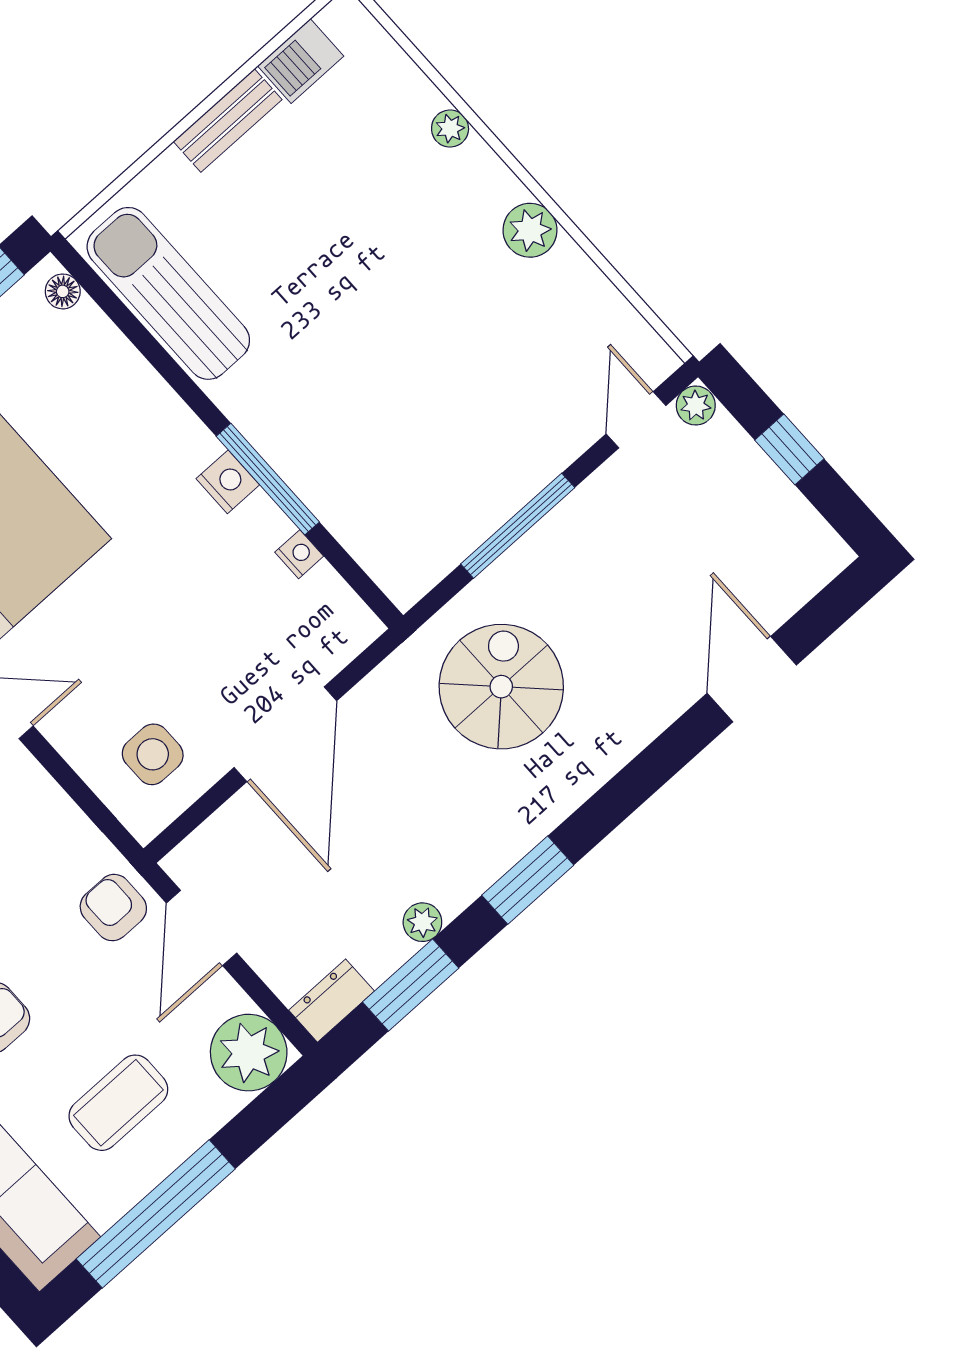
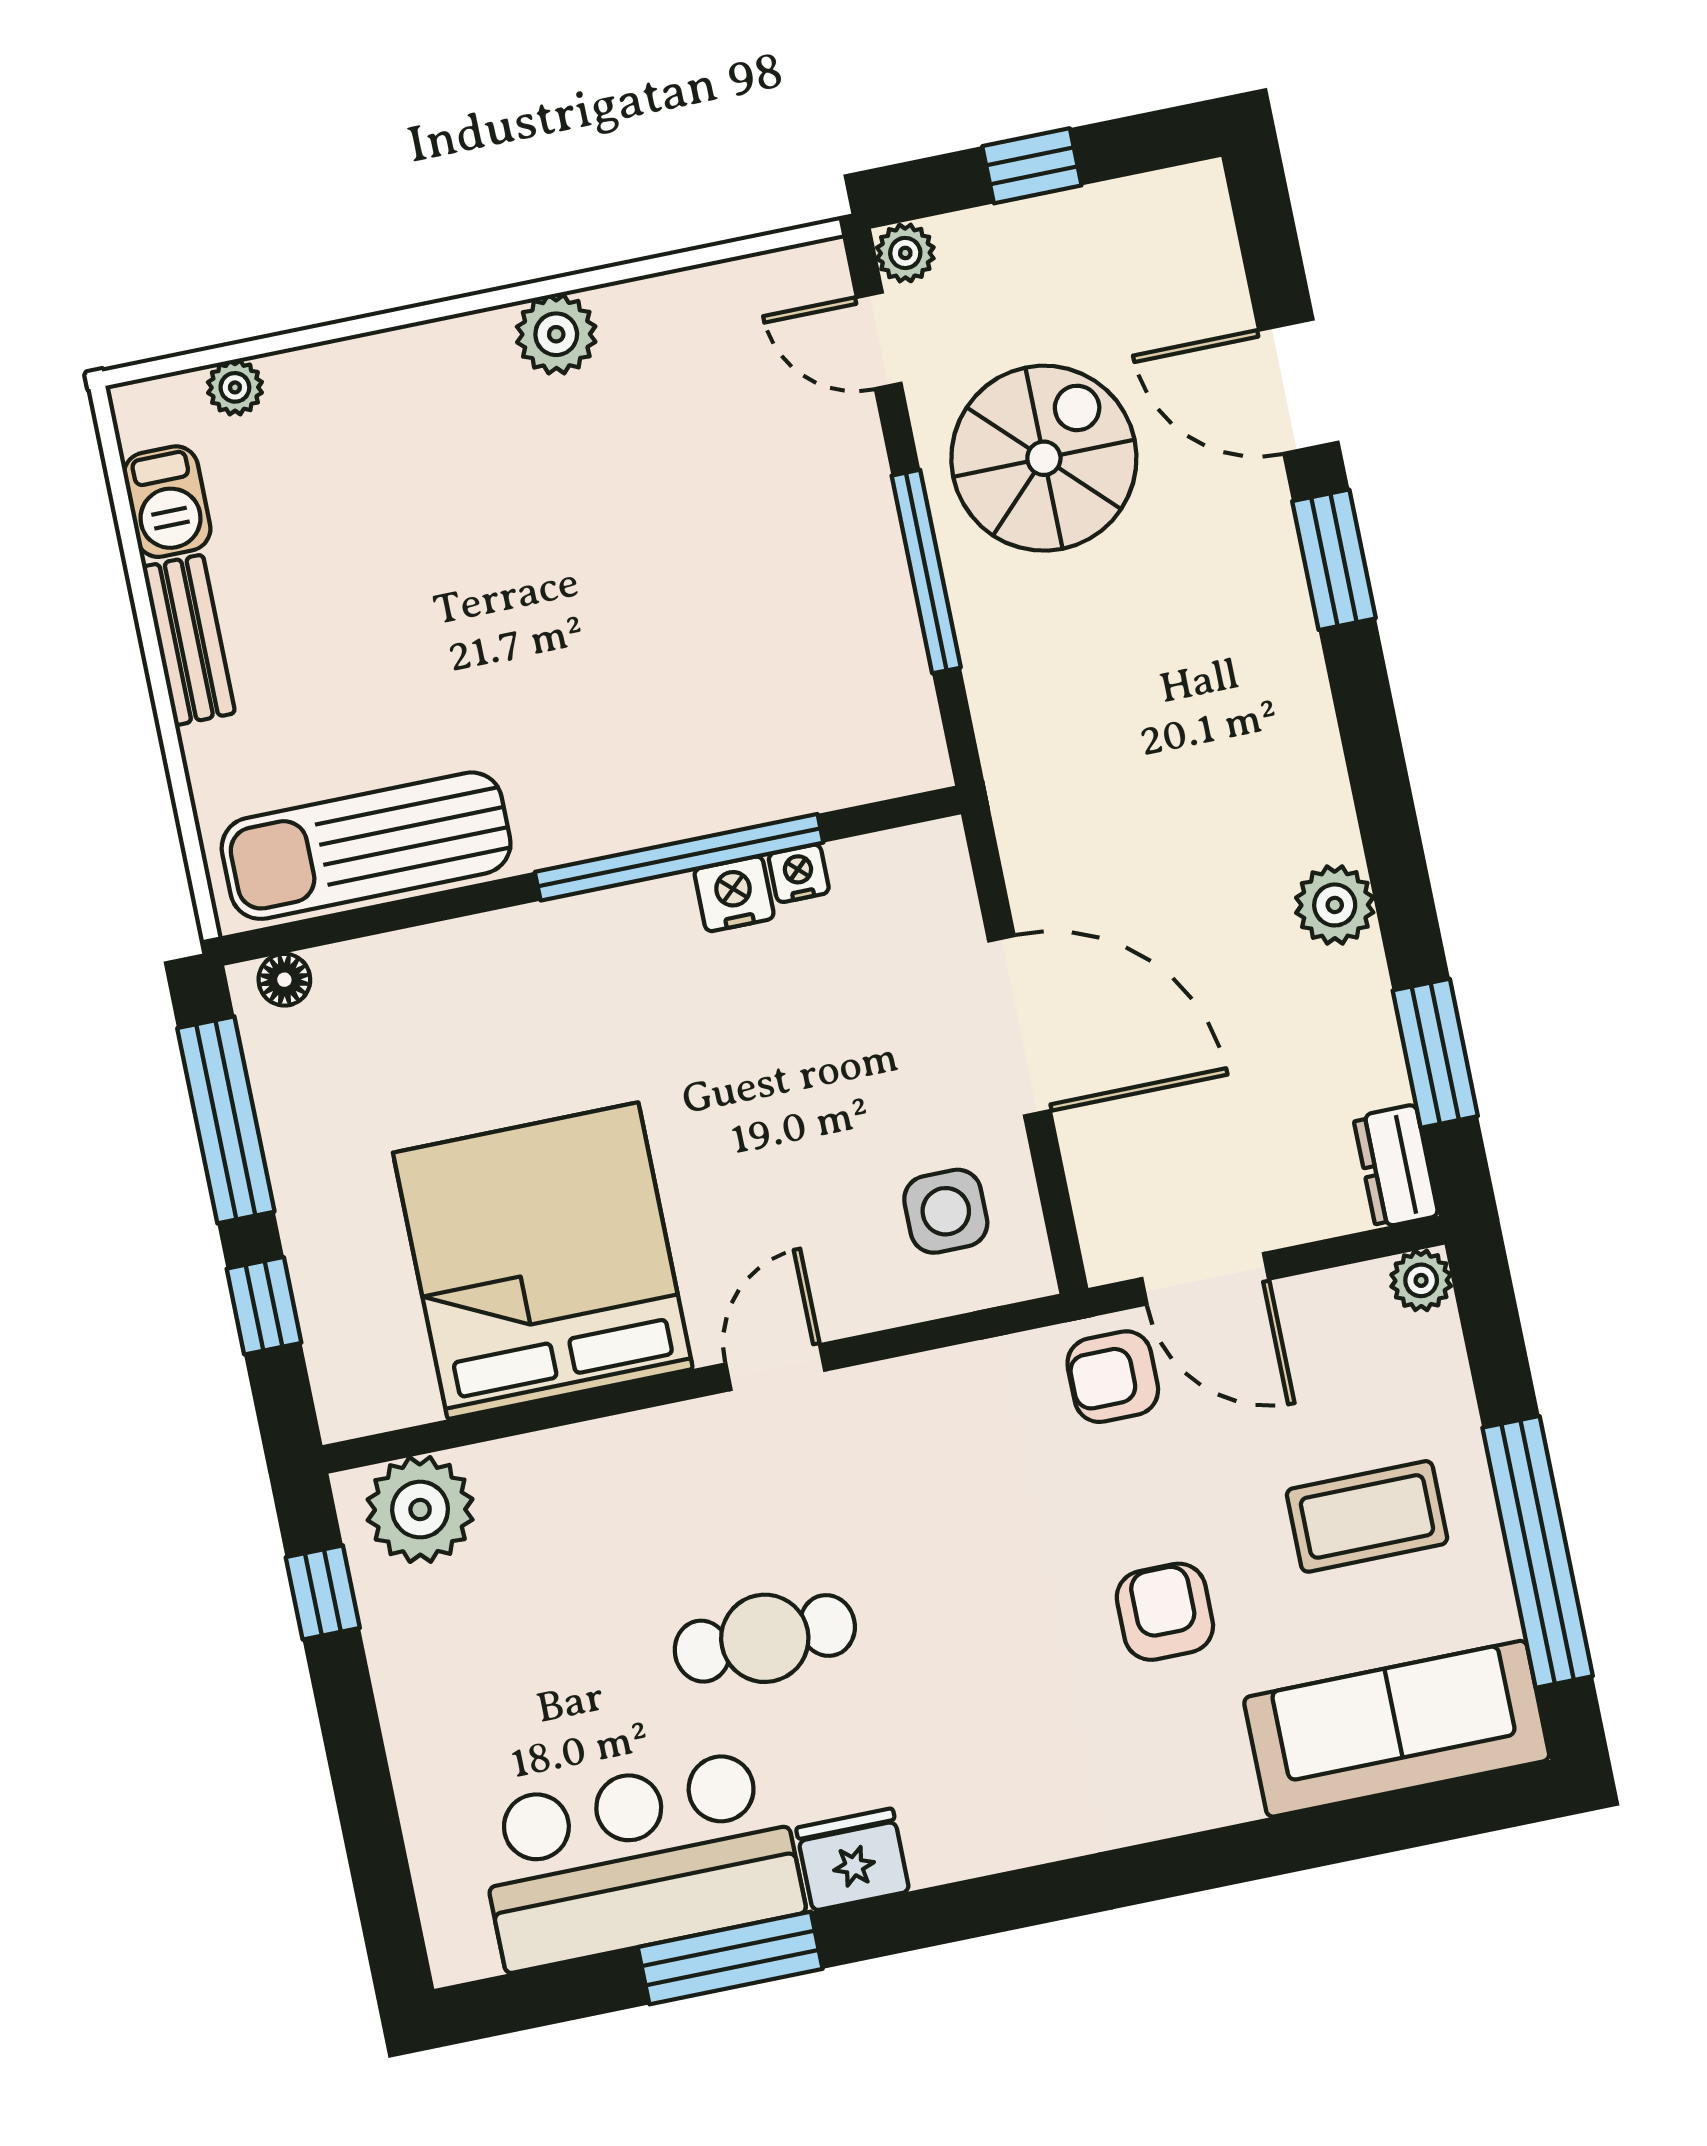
plant: (450, 128) -> (235, 387), moved
window: (268, 479) -> (679, 857), width x1.46
nightstand: (228, 482) -> (734, 894), moved
spiral stairs: (501, 687) -> (1044, 458), moved, turned 90
window: (528, 880) -> (1334, 560), moved
plant: (422, 922) -> (1335, 905), moved, width x1.38, depth x1.38
plant: (249, 1053) -> (1421, 1280), width x0.53, depth x0.53
coffee table: (118, 1103) -> (1367, 1516), turned 90

